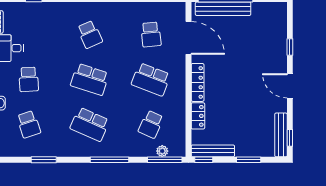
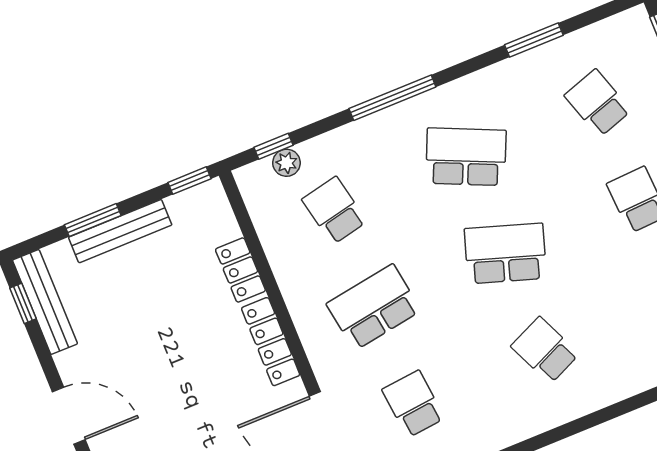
school desk: (151, 79) -> (374, 307), turned -30
school desk: (151, 124) -> (334, 210), turned -36
bench: (213, 151) -> (120, 231), moved
window: (165, 160) -> (273, 146), width x0.46

